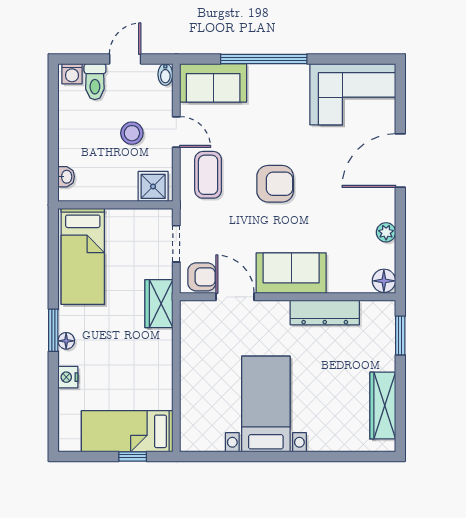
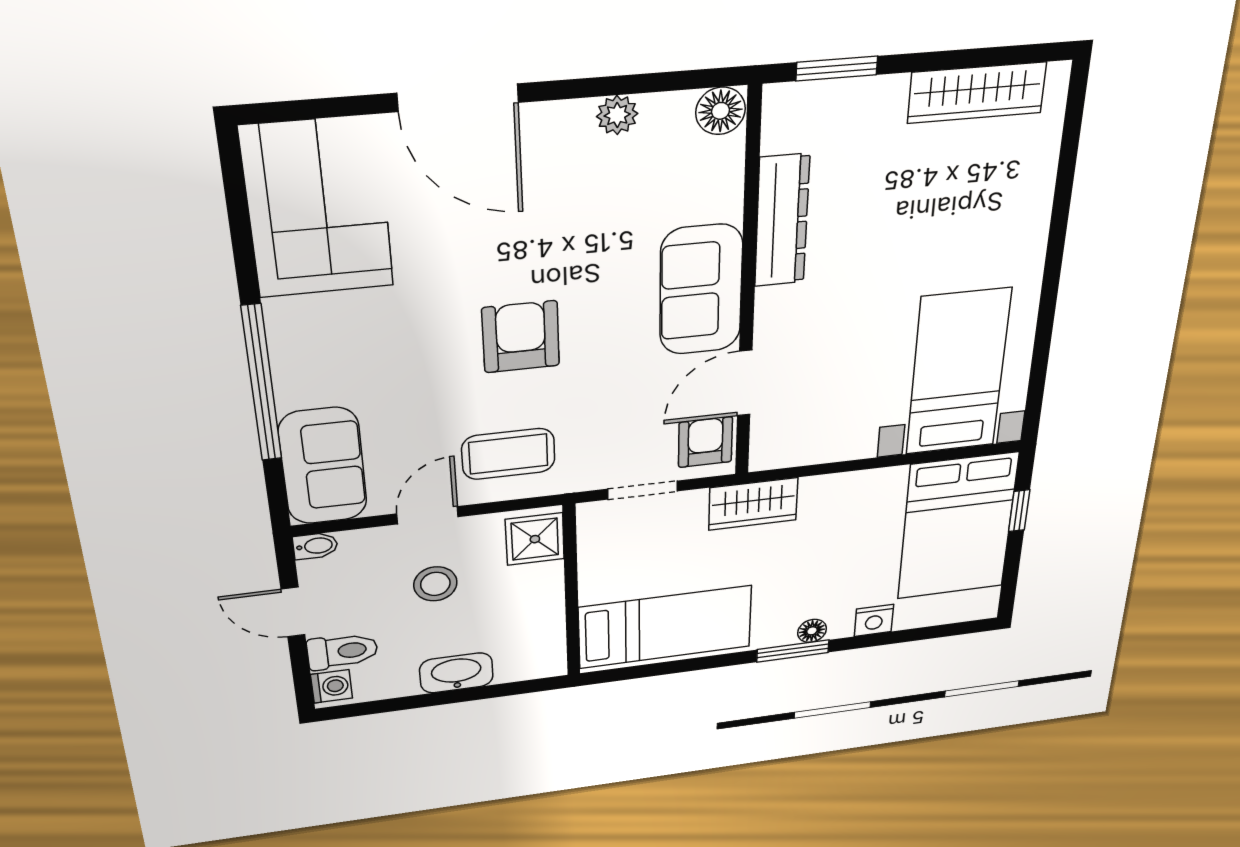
washbasin: (66, 177) -> (456, 673), moved, width x1.91, depth x1.45
bed with nightstands: (266, 404) -> (958, 372), moved, turned 90
bed: (127, 431) -> (957, 526), width x1.50

